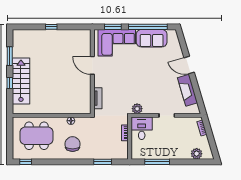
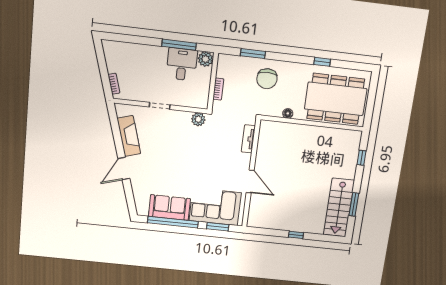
door: (189, 65) -> (124, 169), swing flipped
stairs: (21, 81) -> (339, 208), moved
window: (10, 83) -> (362, 158), moved
desk: (142, 128) -> (182, 64), moved, turned 180
dining table: (37, 136) -> (336, 99), width x1.36, depth x1.24
chair: (73, 144) -> (267, 79), moved
plant: (197, 154) -> (205, 59), moved
window: (26, 162) -> (322, 62), moved

